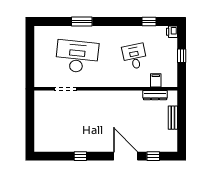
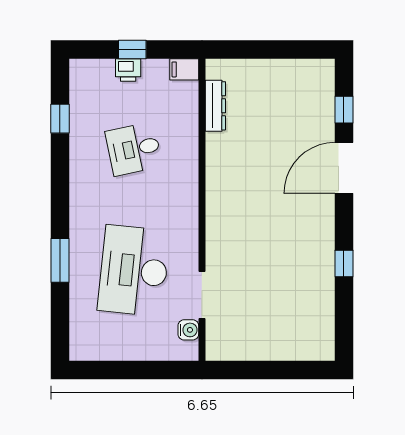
printer: (172, 32) -> (128, 70), moved
filing cabinet: (156, 80) -> (184, 69), moved
water cooler: (49, 82) -> (188, 330), added
bench: (173, 118) -> (263, 68), removed

